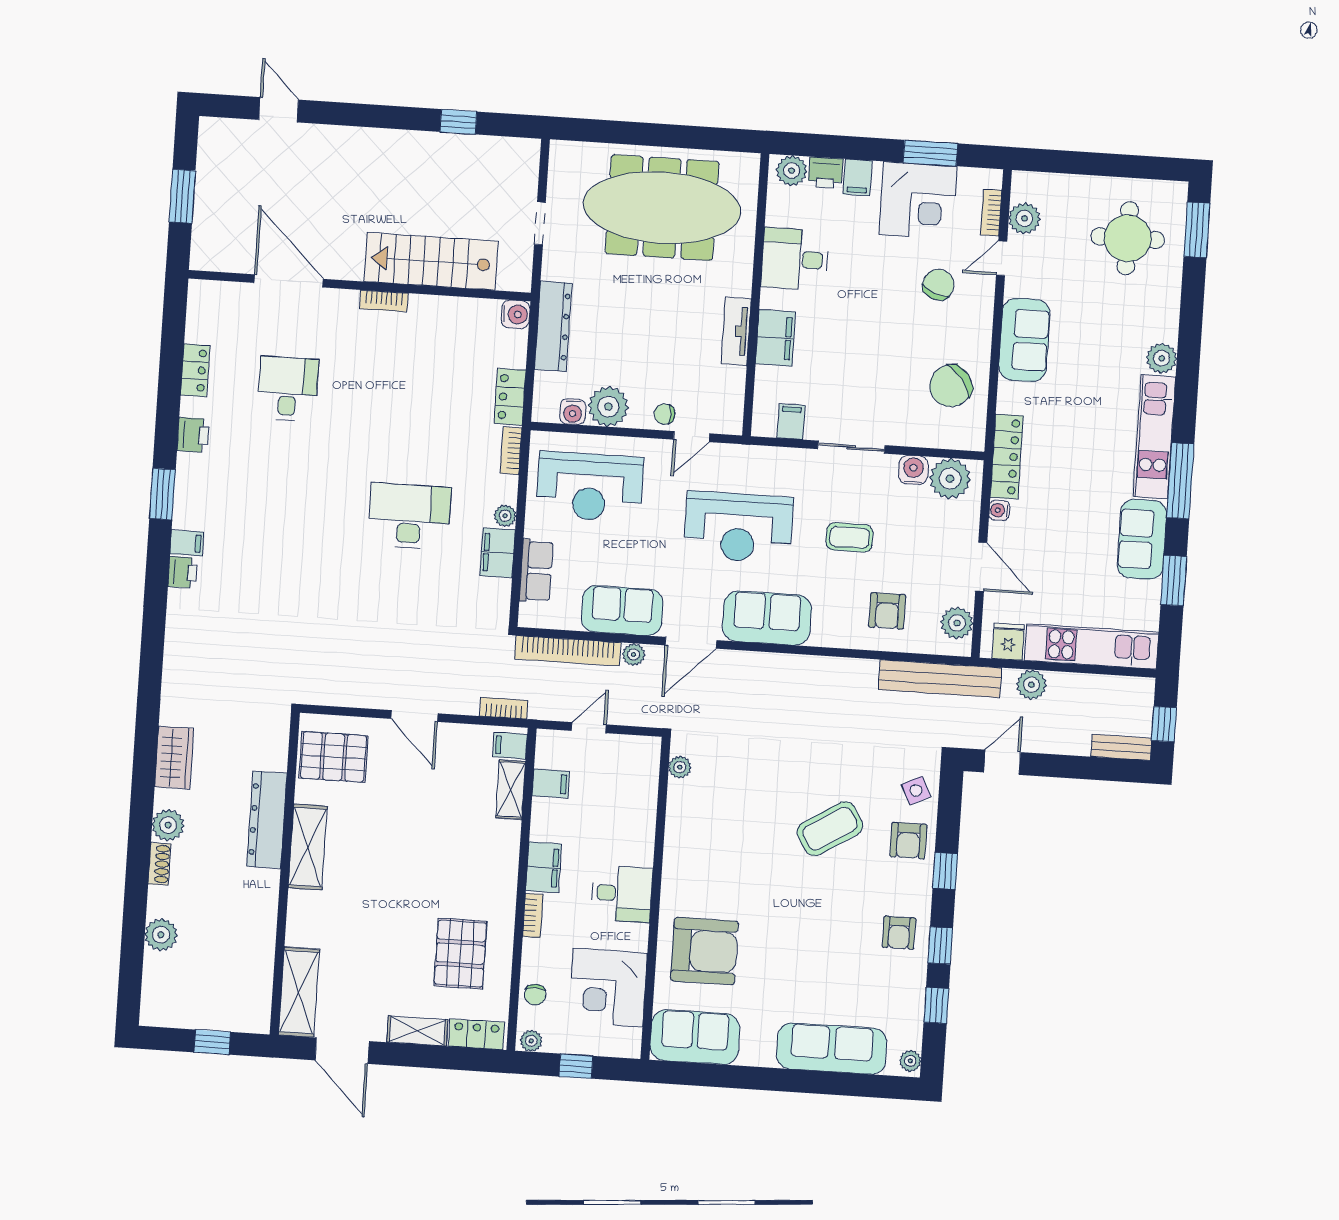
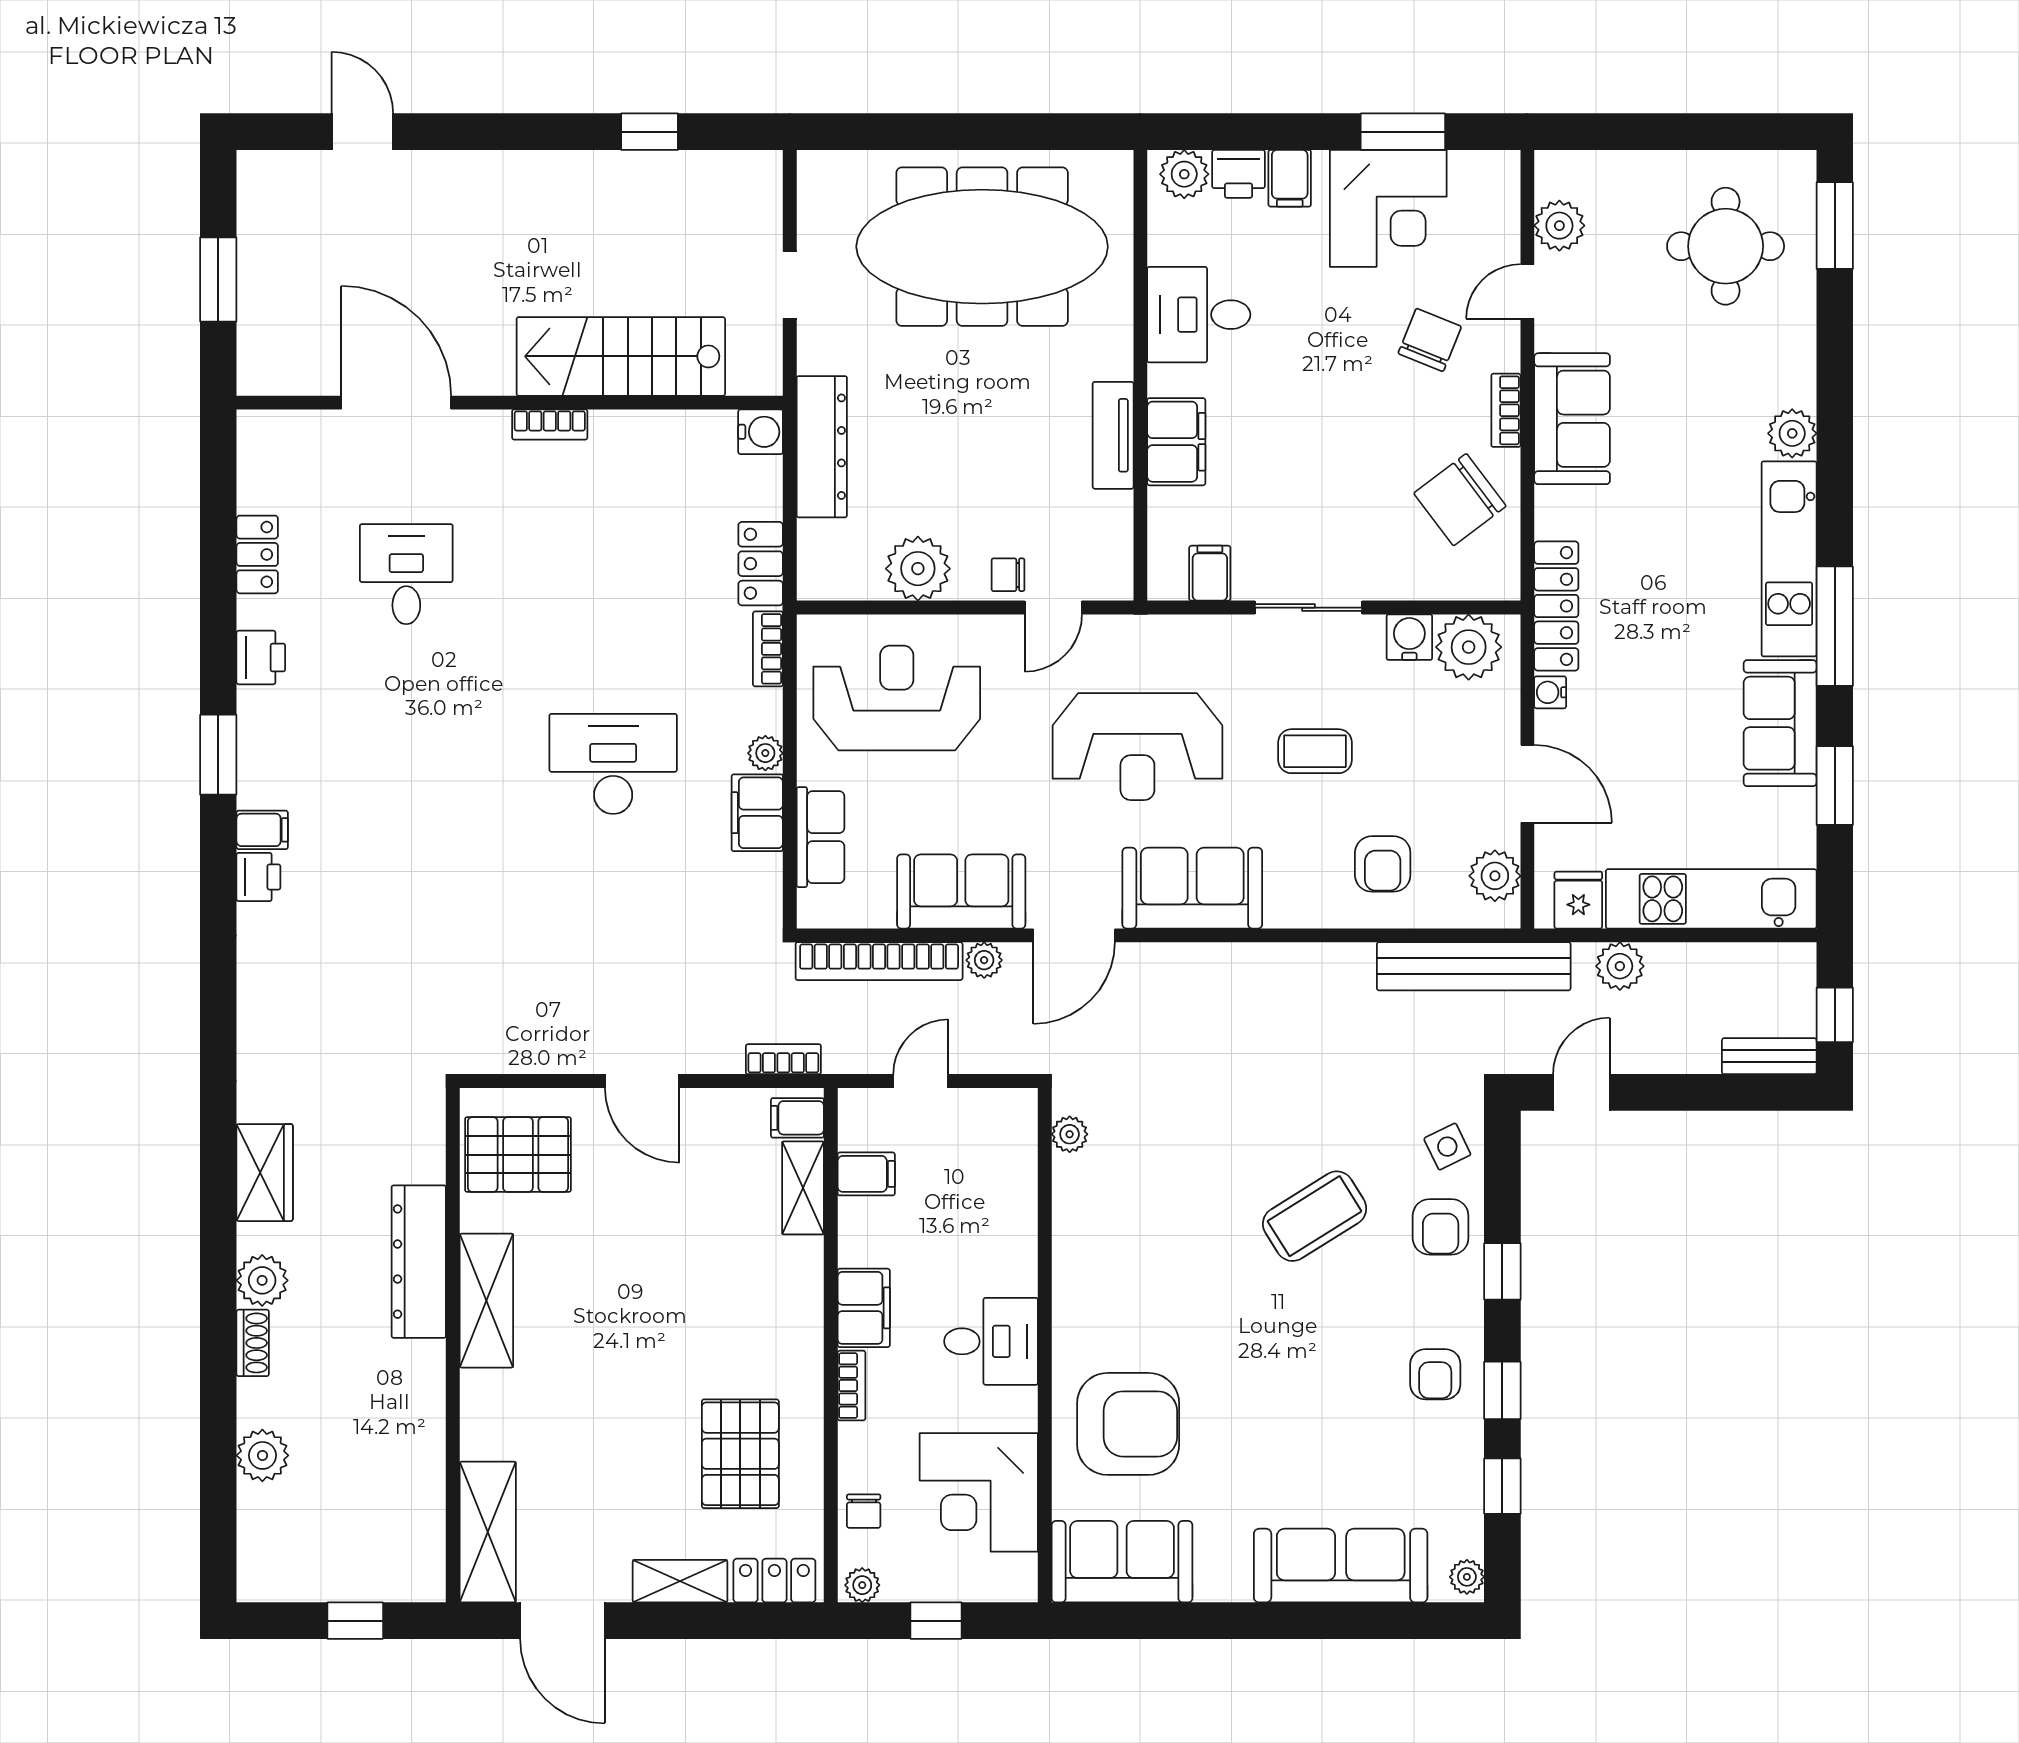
bookcase: (991, 213) -> (1506, 410), moved
water cooler: (573, 412) -> (862, 580), removed
reception desk: (590, 487) -> (897, 698), turned 180

